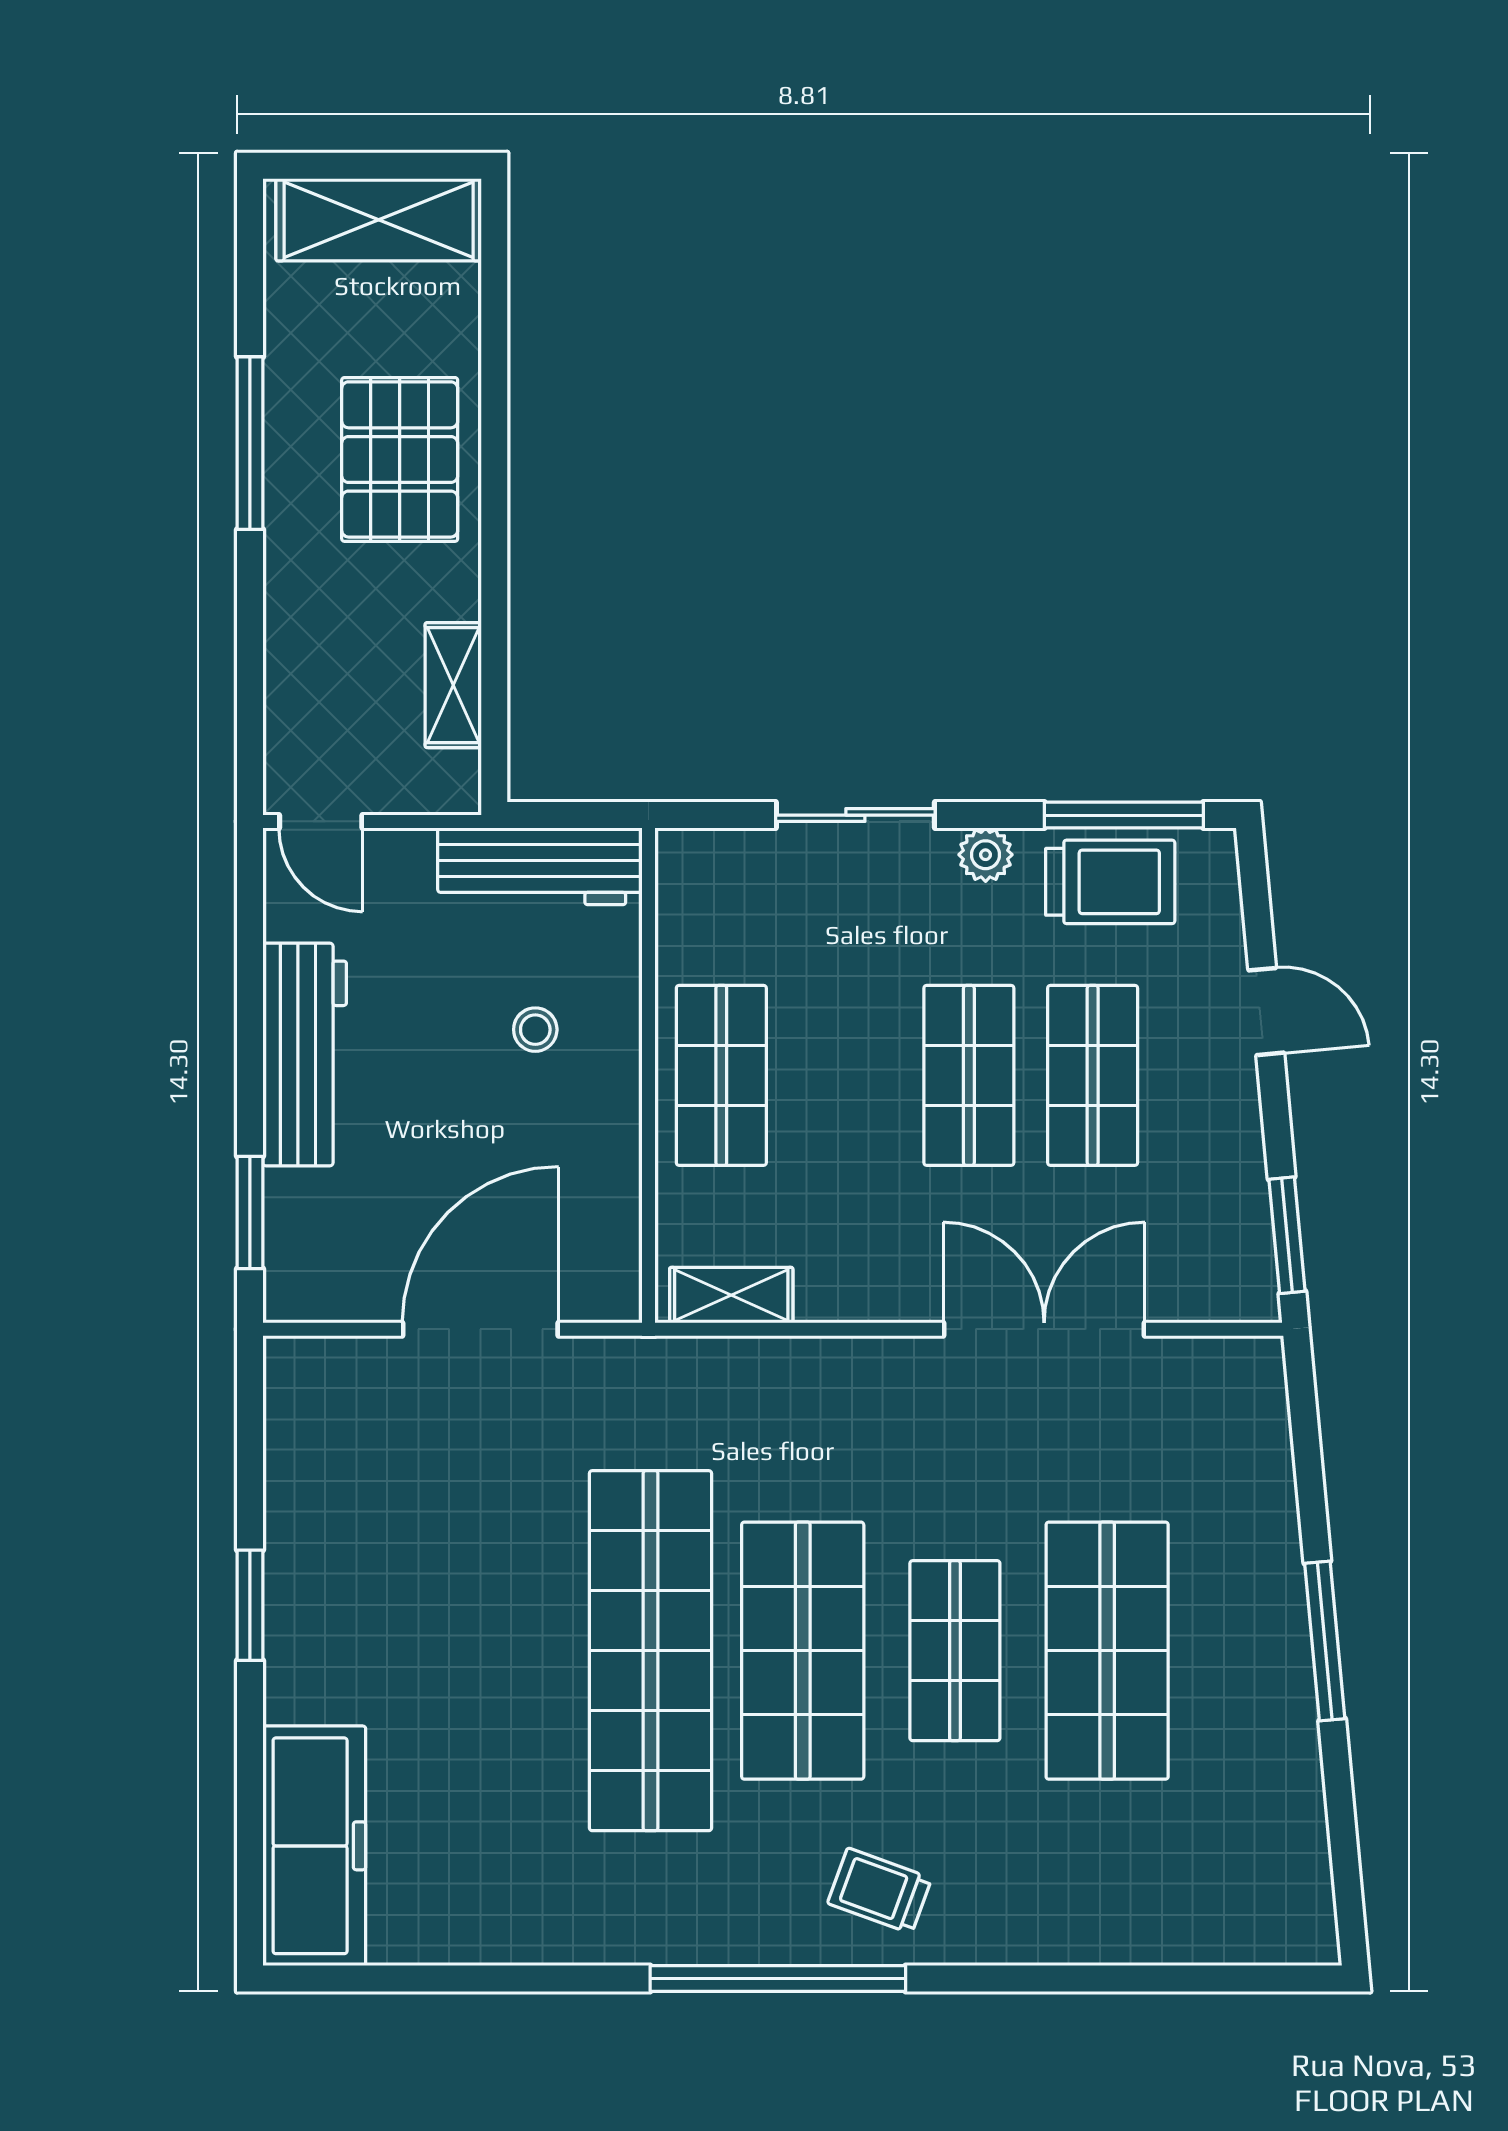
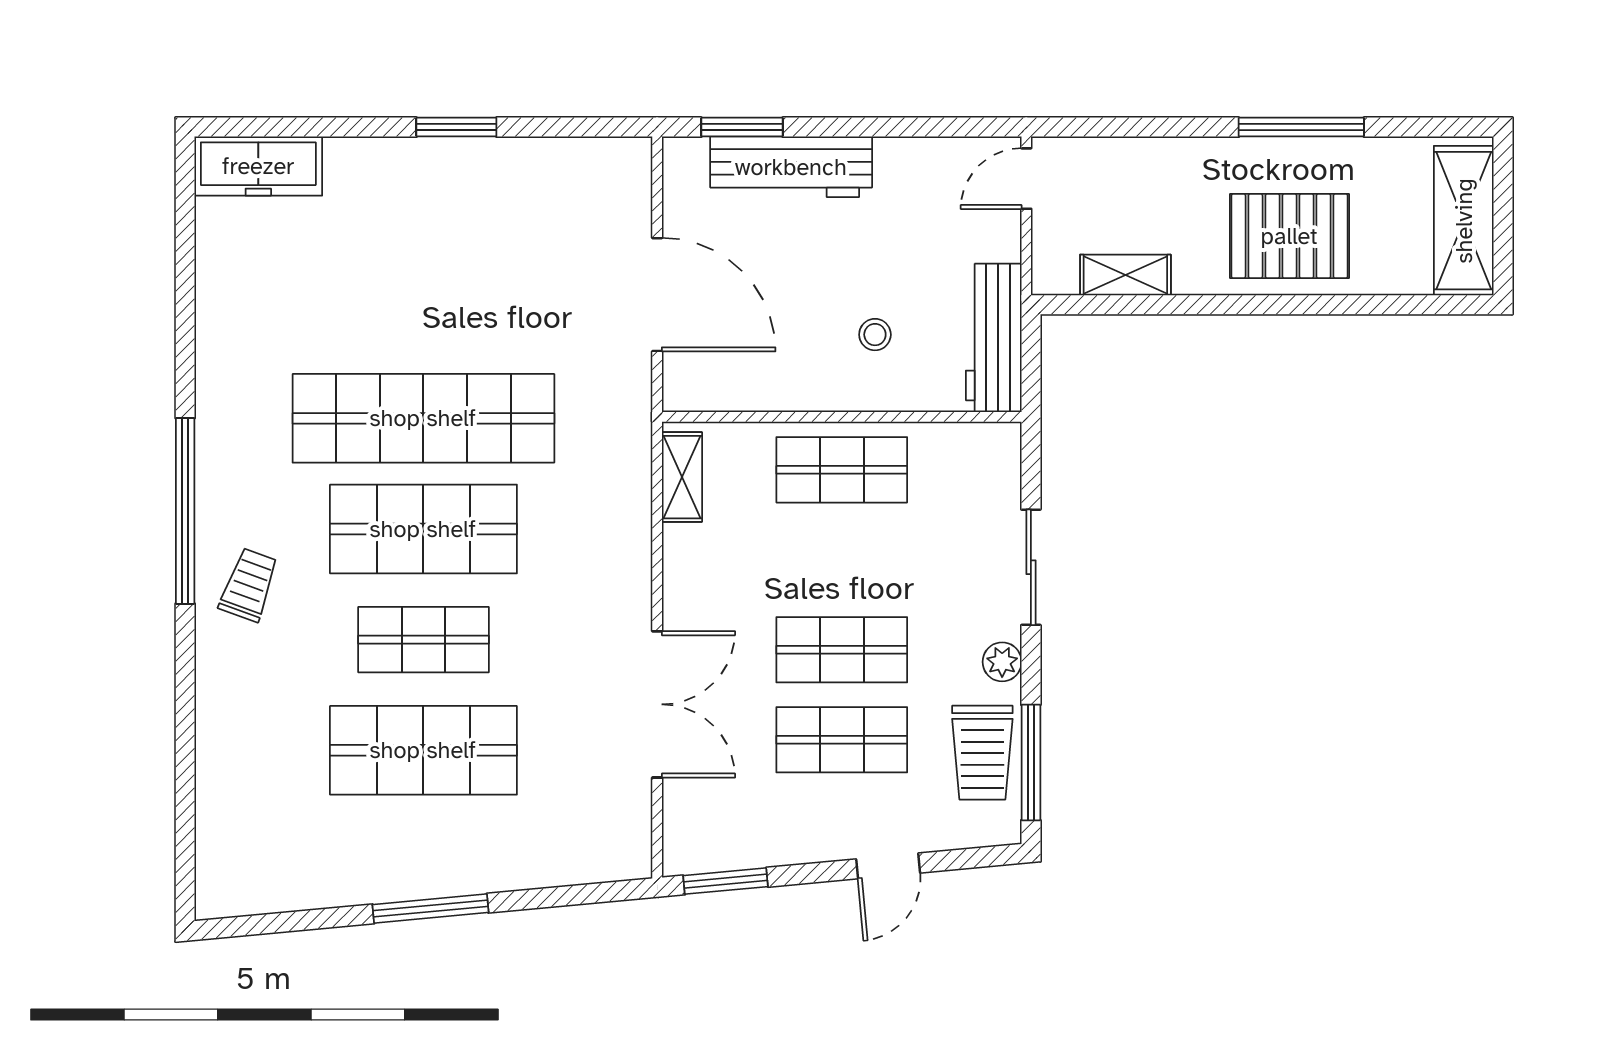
workbench: (305, 1054) -> (791, 167), moved
freezer: (314, 1846) -> (258, 166), width x0.73, depth x0.79

